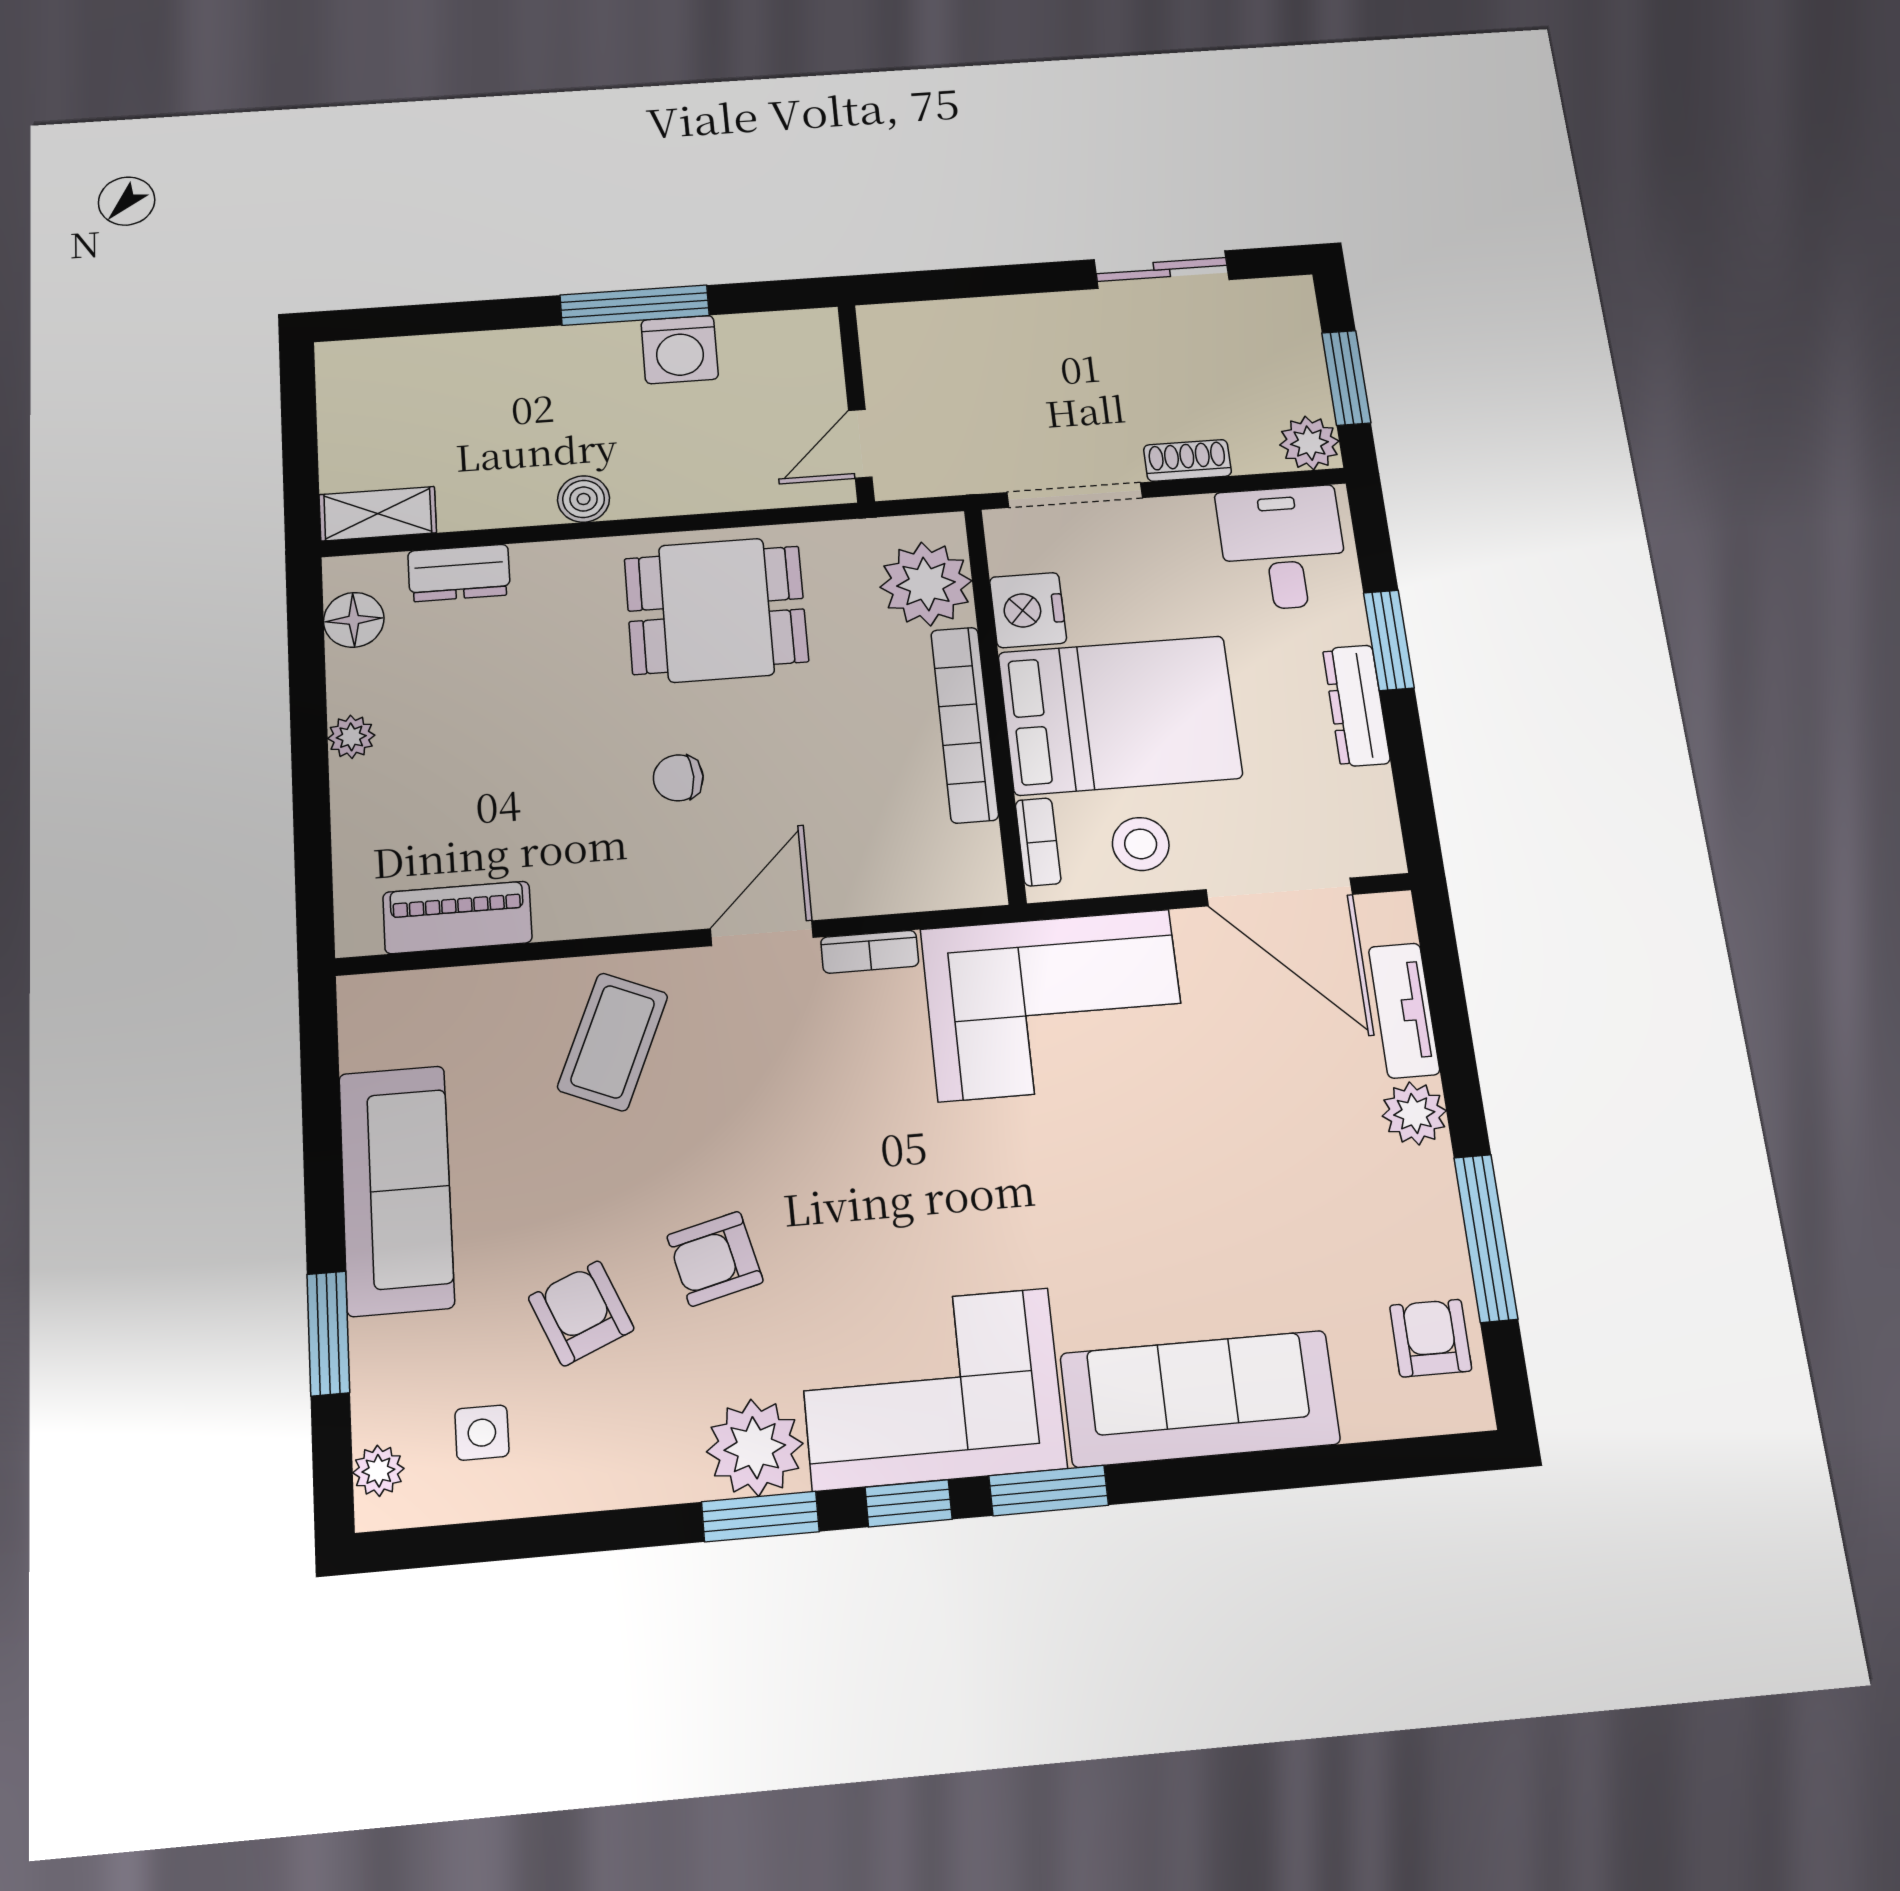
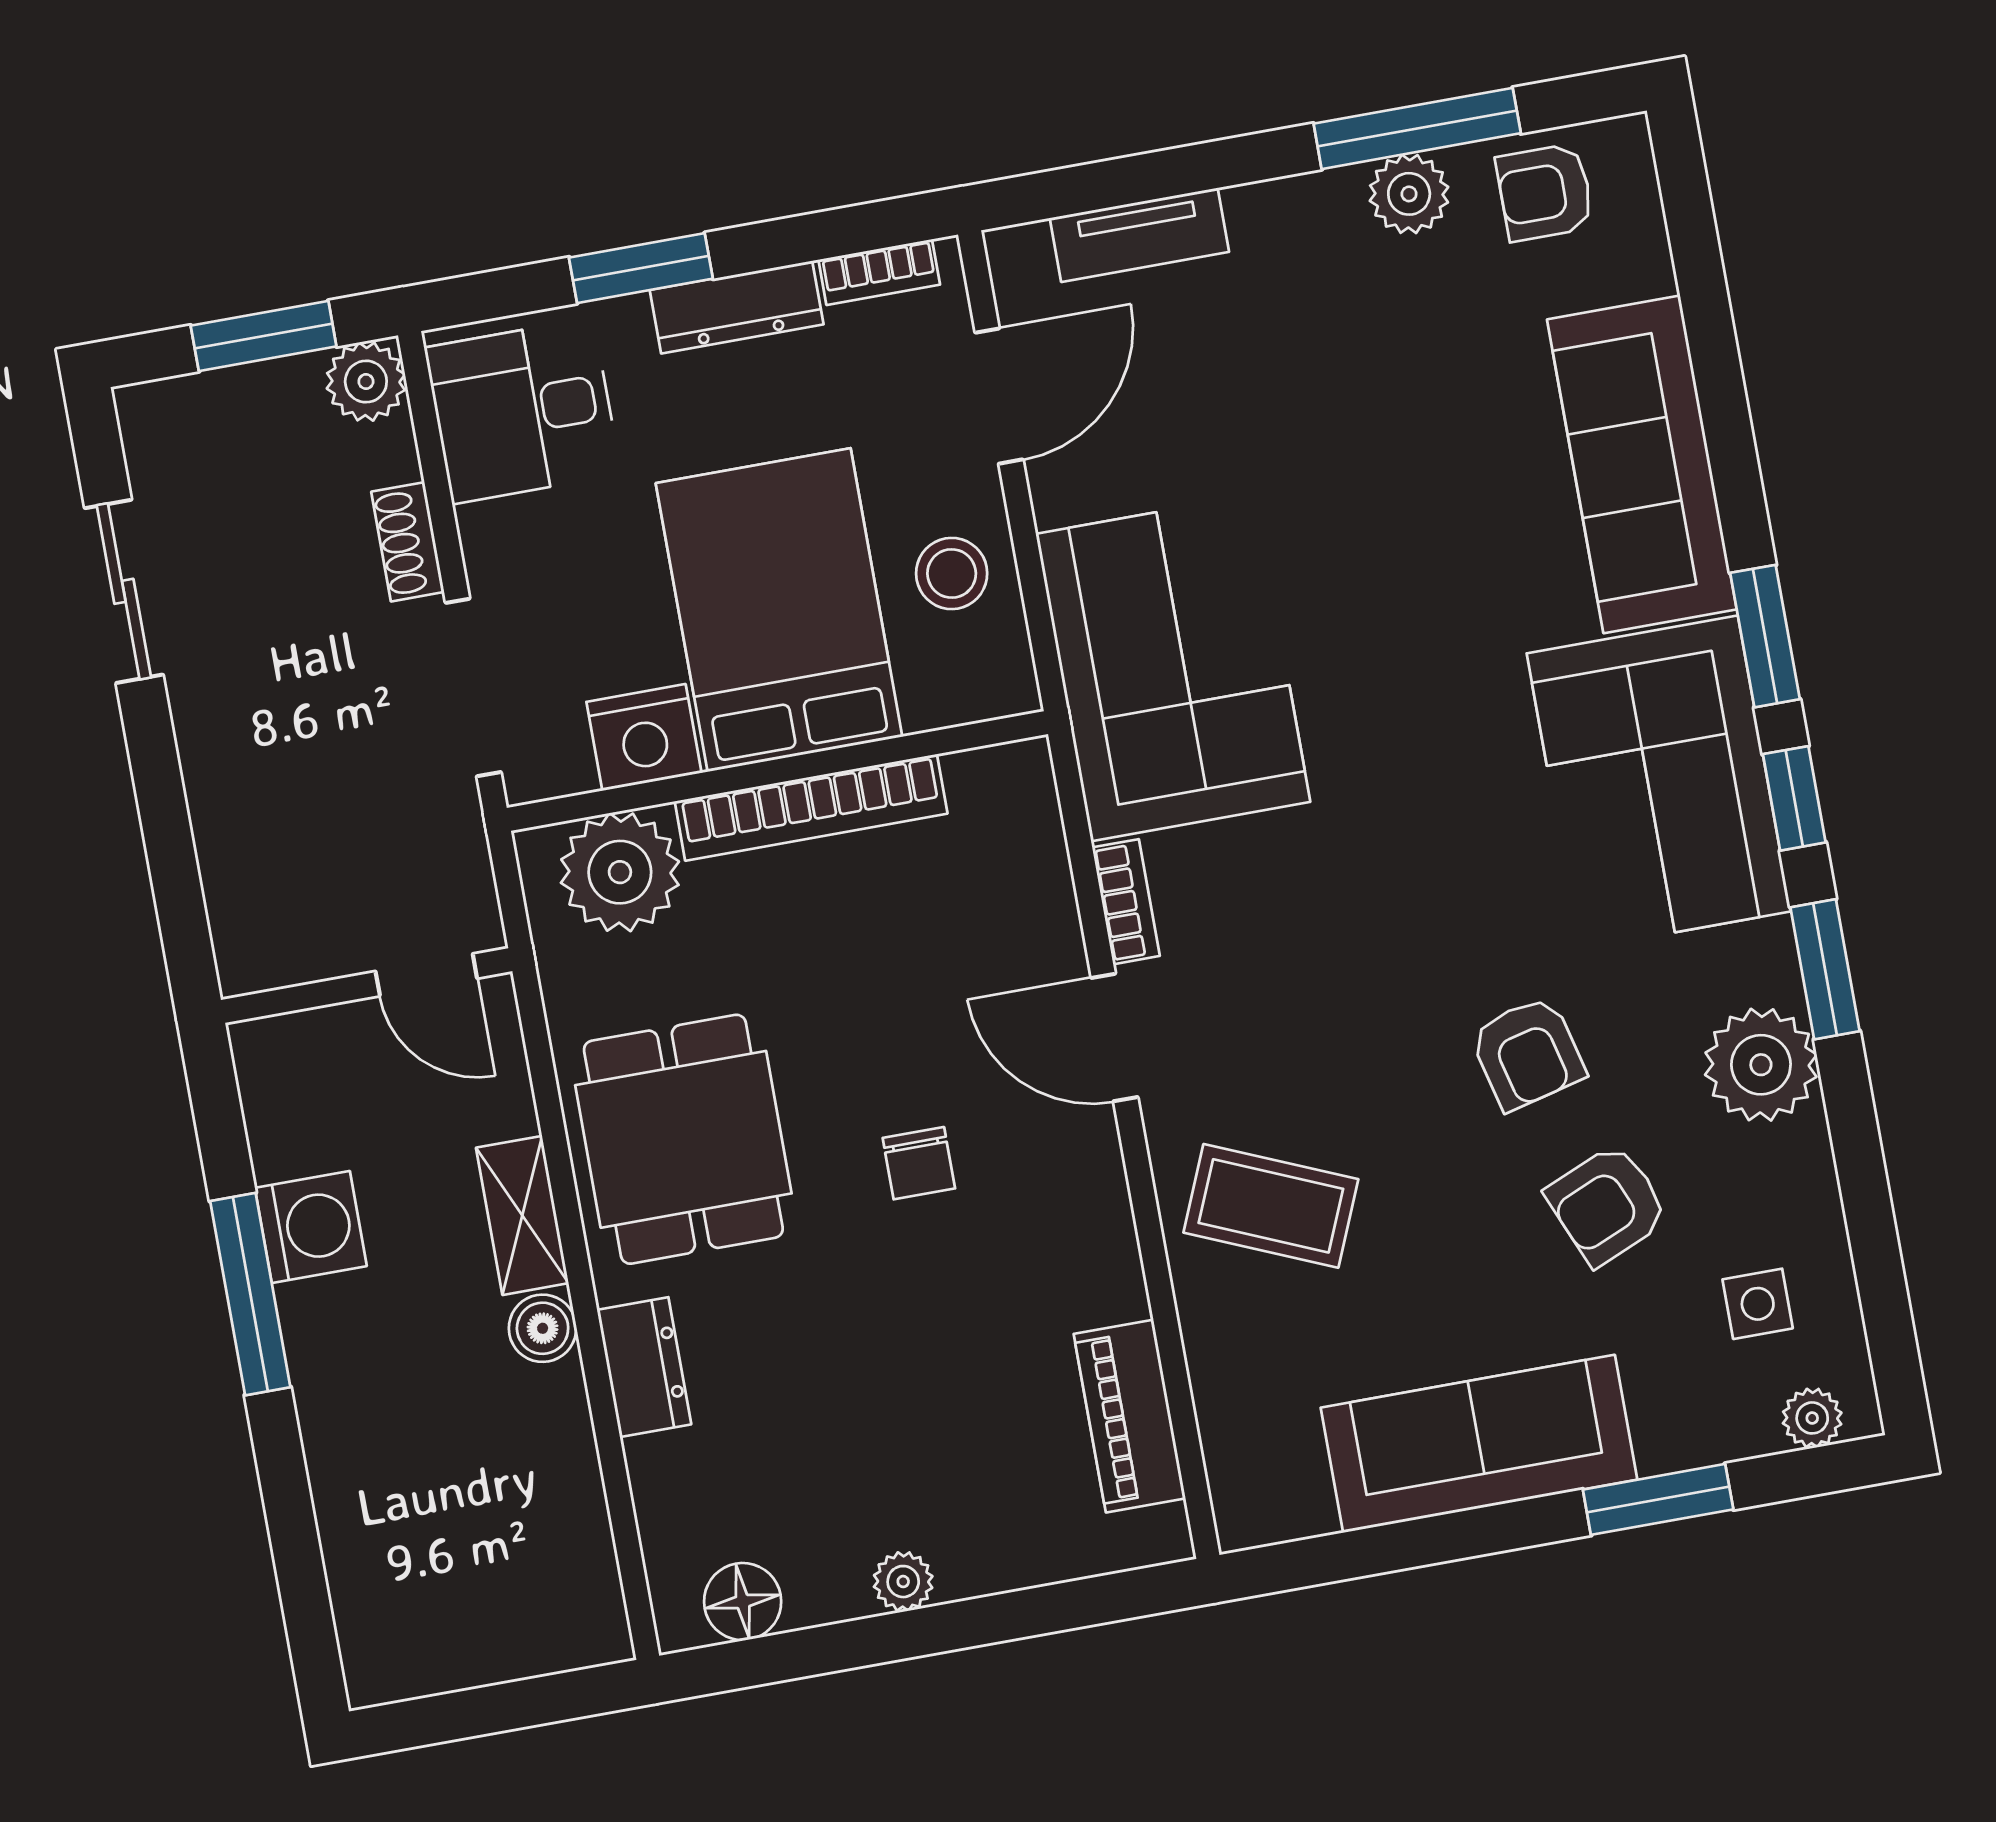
shelving: (378, 514) -> (522, 1215), moved
dresser: (459, 573) -> (644, 1367), moved
bookcase: (1038, 842) -> (879, 272), moved, turned 180
door: (1279, 892) -> (999, 396), width x0.73
plant: (1414, 1113) -> (1409, 194), moved
plant: (755, 1448) -> (1761, 1065), moved

